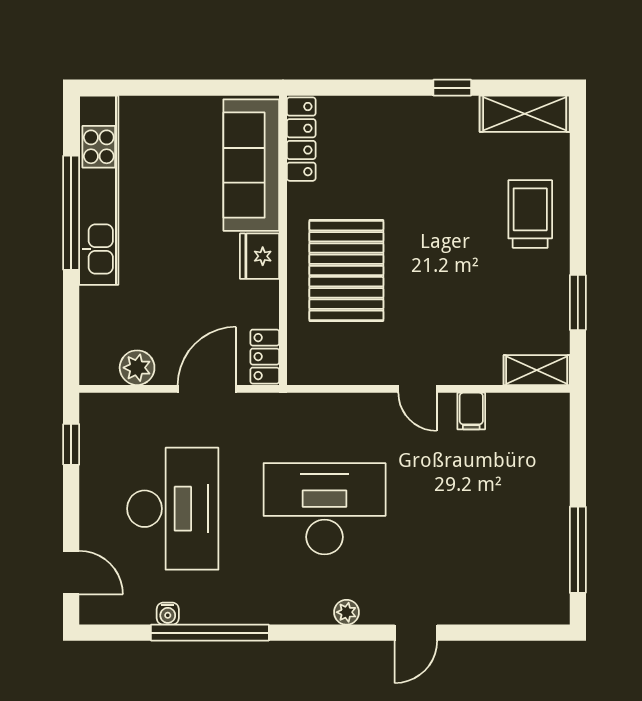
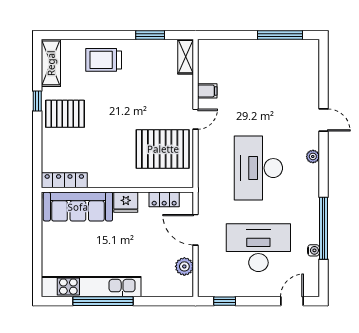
pallet: (428, 140) -> (65, 114), added
pallet: (346, 270) -> (163, 149), moved
locker: (265, 357) -> (164, 199), moved

